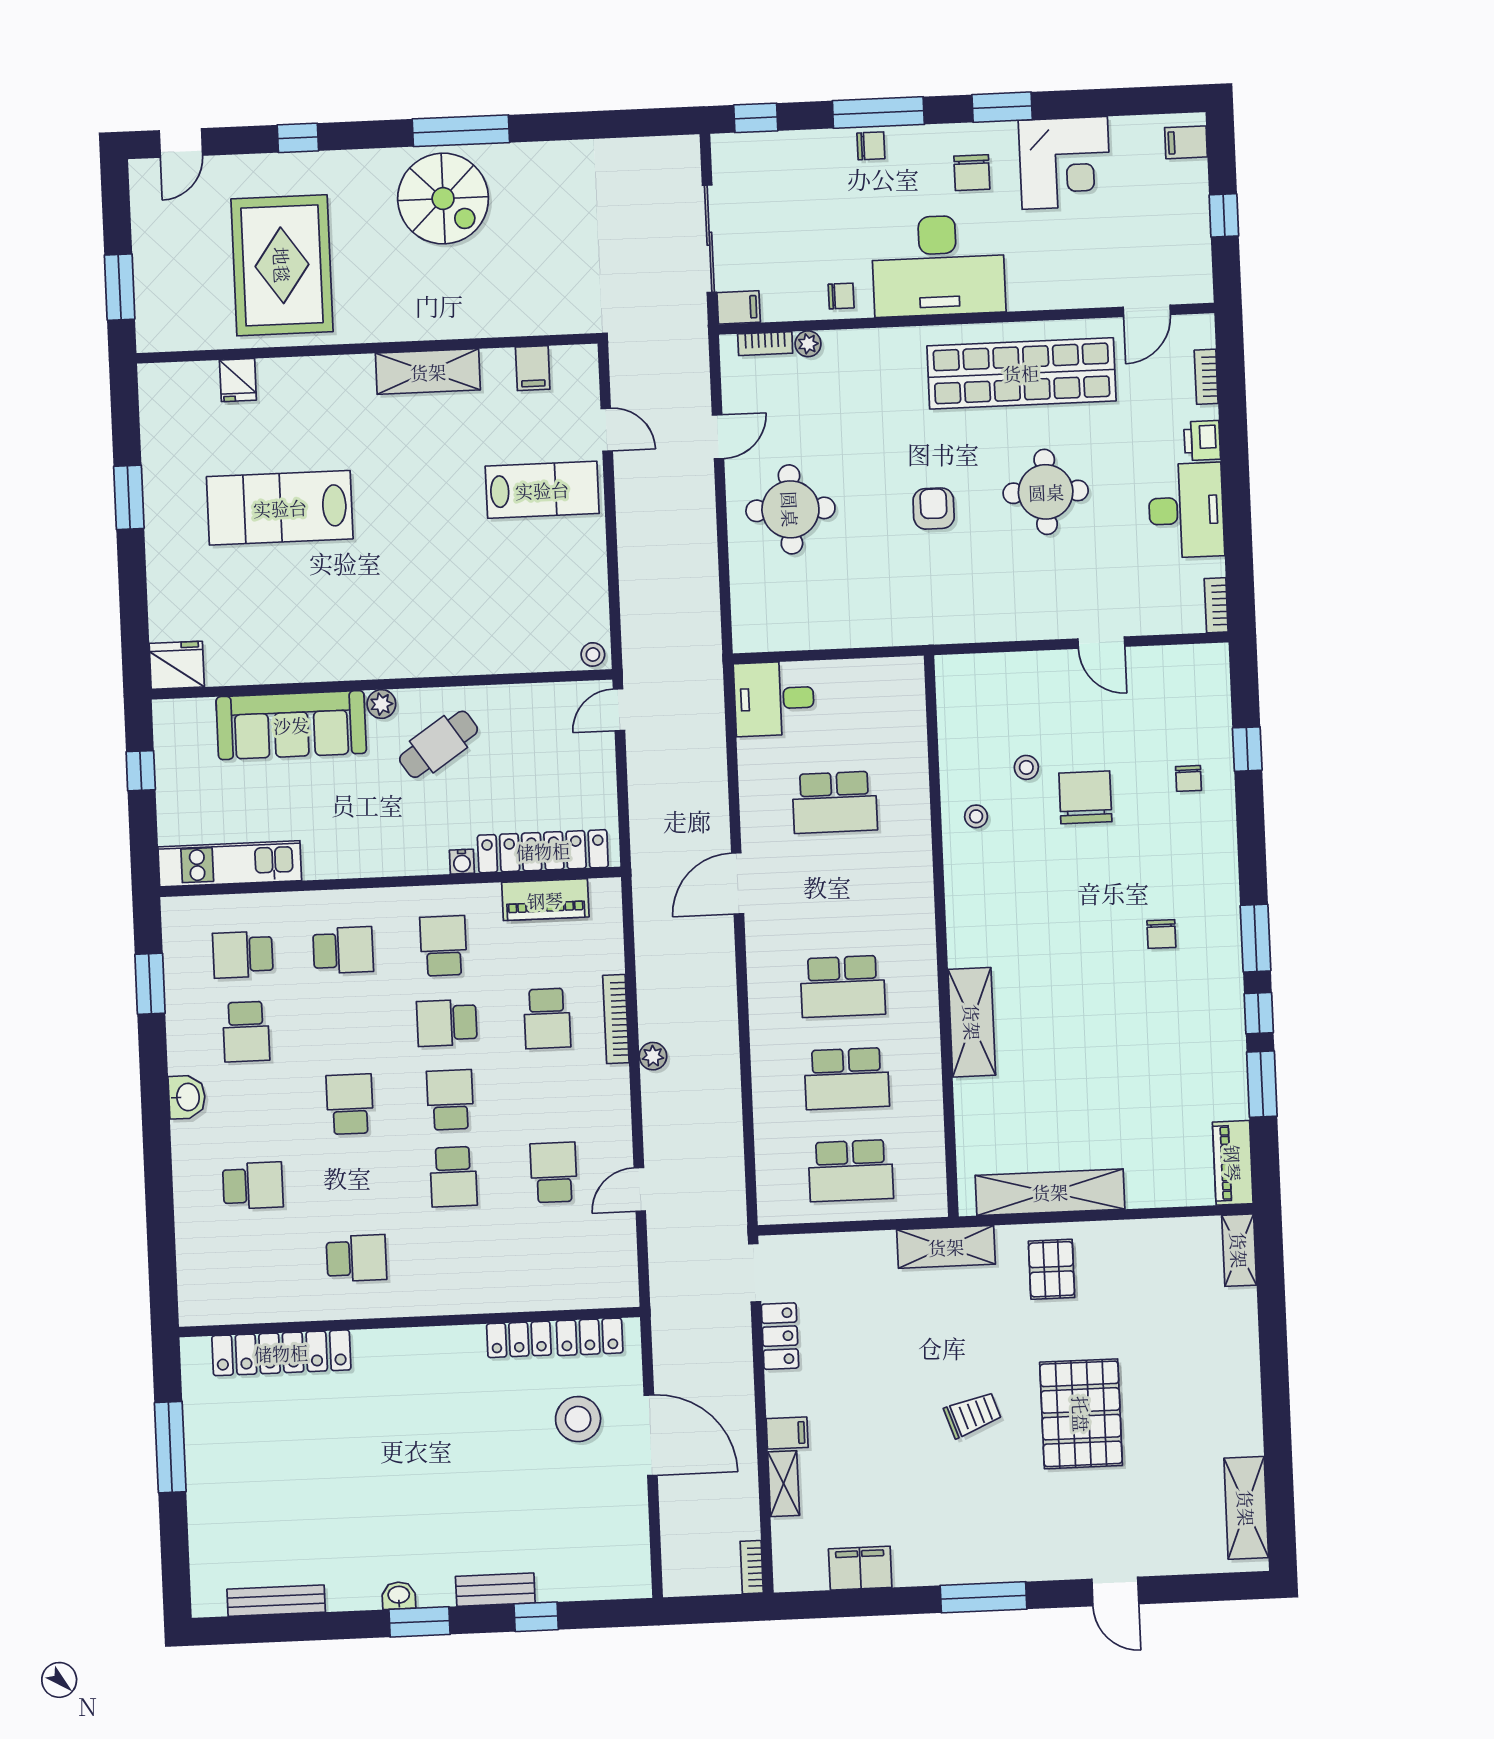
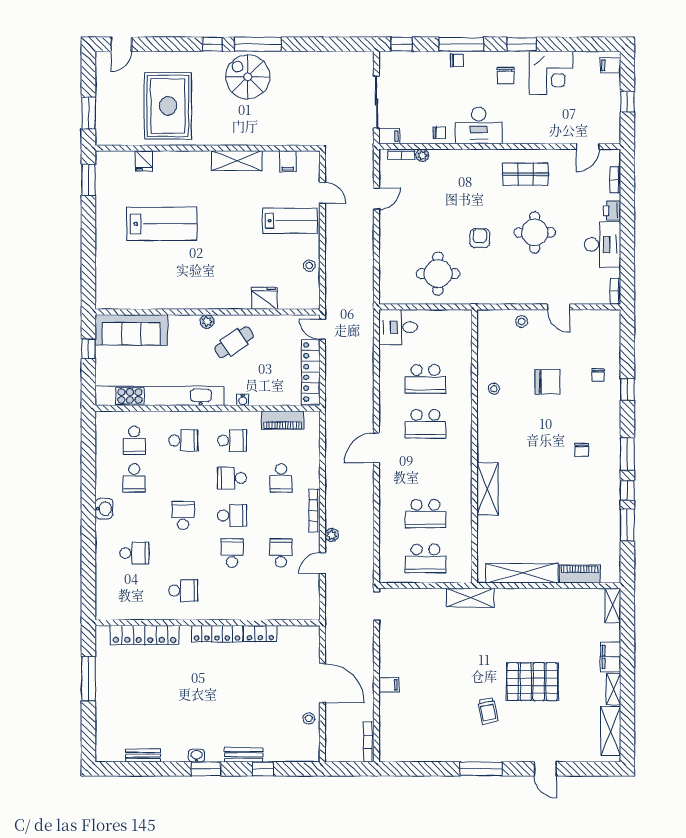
window: (298, 138) -> (212, 44), moved
spiral stairs: (443, 199) -> (248, 77), turned 180
desk: (938, 266) -> (479, 125), width x0.73, depth x0.77
shop shelf: (1021, 373) -> (525, 174), width x0.50, depth x0.74
window: (129, 497) -> (88, 180), moved
lab bench: (280, 508) -> (162, 224), turned 180
round table: (790, 509) -> (438, 274), moved
stool: (593, 654) -> (309, 266), moved
fridge: (177, 665) -> (264, 298), moved
door: (619, 710) -> (322, 329), hinge flipped
sofa: (291, 725) -> (131, 330), moved
window: (1247, 749) -> (627, 390), moved
stool: (1026, 767) -> (522, 321), moved
chair: (1085, 797) -> (548, 382), turned 90
locker: (543, 851) -> (311, 372), moved, turned -90
kitchen unit: (230, 864) -> (160, 396), width x1.86
door: (738, 883) -> (376, 448), moved
school desk: (443, 946) -> (232, 440), turned 90
school desk: (243, 955) -> (134, 440), turned -90
window: (150, 984) -> (88, 453), removed
school desk: (843, 986) -> (425, 424), moved
bookcase: (616, 1019) -> (314, 510), moved
plant: (653, 1056) -> (332, 535), moved
school desk: (450, 1100) -> (232, 516), turned 90
piano: (1233, 1163) -> (580, 574), moved, turned 90
school desk: (453, 1177) -> (232, 553), turned 180
pallet: (1052, 1269) -> (521, 611), removed
locker: (780, 1336) -> (387, 637), removed
locker: (590, 1337) -> (217, 634), moved, width x1.53
pallet: (1081, 1414) -> (532, 682), turned 90
trolley: (973, 1415) -> (488, 711), moved, turned 98
stool: (578, 1419) -> (309, 718), moved, width x0.53, depth x0.53
shelving: (784, 1484) -> (613, 689), moved
bookcase: (752, 1567) -> (369, 742), width x1.56
filing cabinet: (860, 1568) -> (611, 657), moved, turned -90
bench: (276, 1601) -> (143, 755), width x0.73

